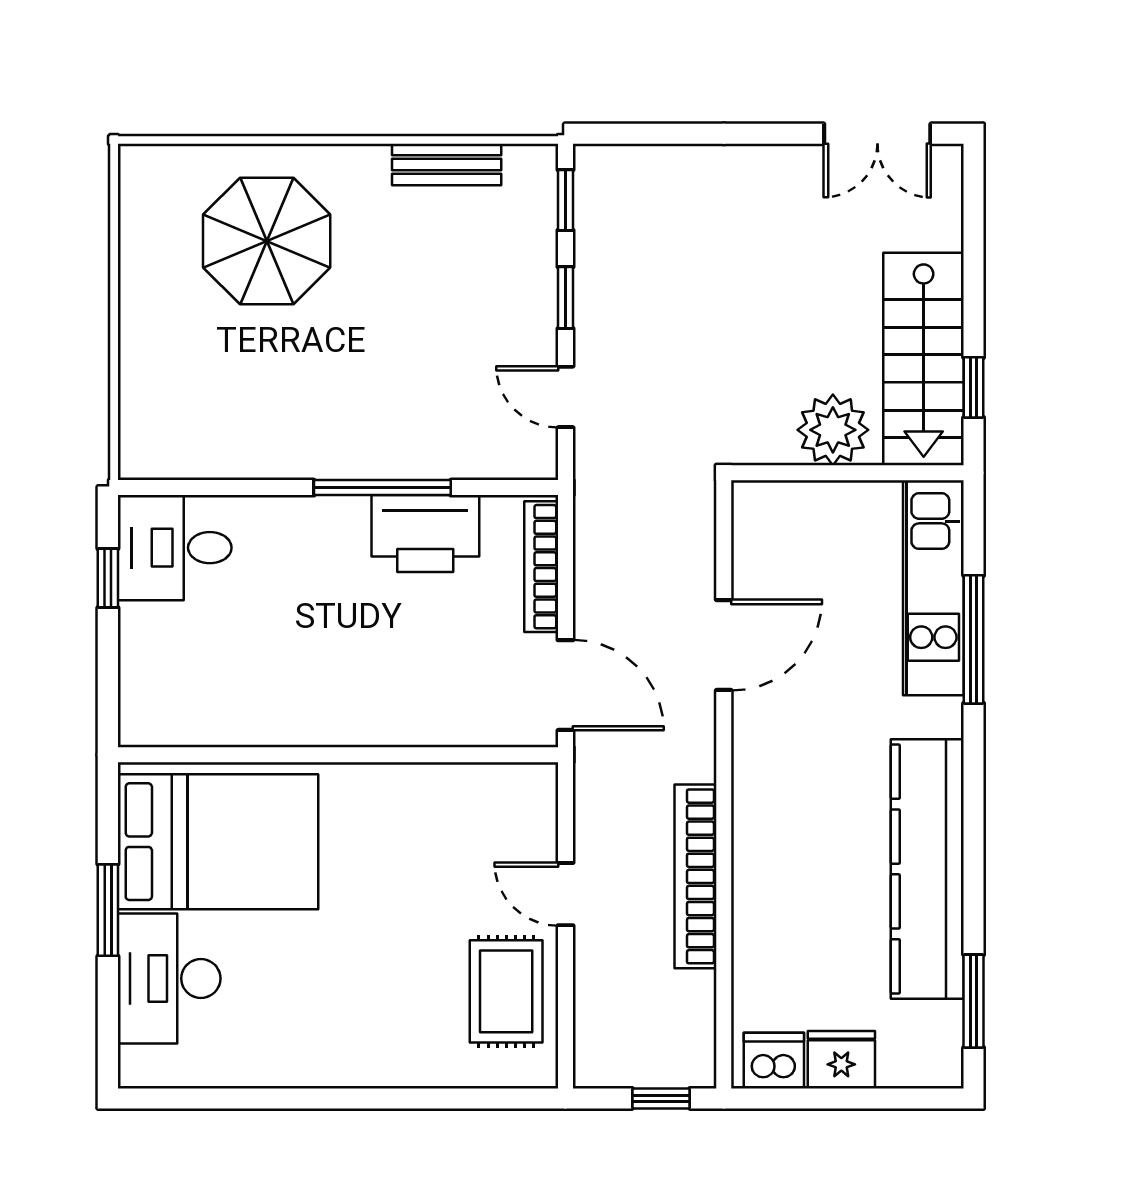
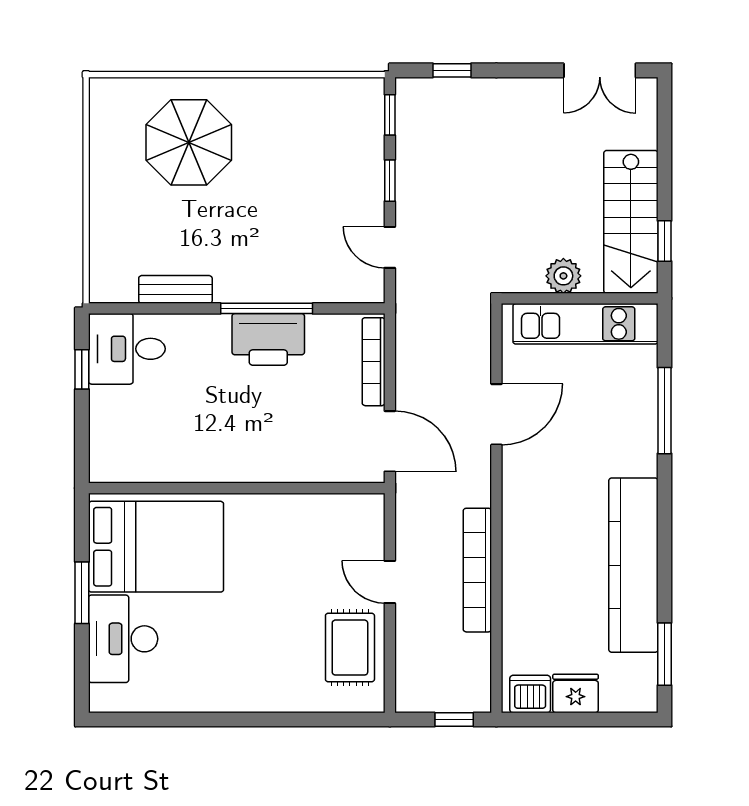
window: (658, 134) -> (452, 70), added
bench: (447, 165) -> (175, 289), moved
plant: (833, 430) -> (563, 276), width x0.73, depth x0.73
printer: (425, 534) -> (268, 339), moved
kitchen unit: (933, 588) -> (585, 324), moved, turned -90

